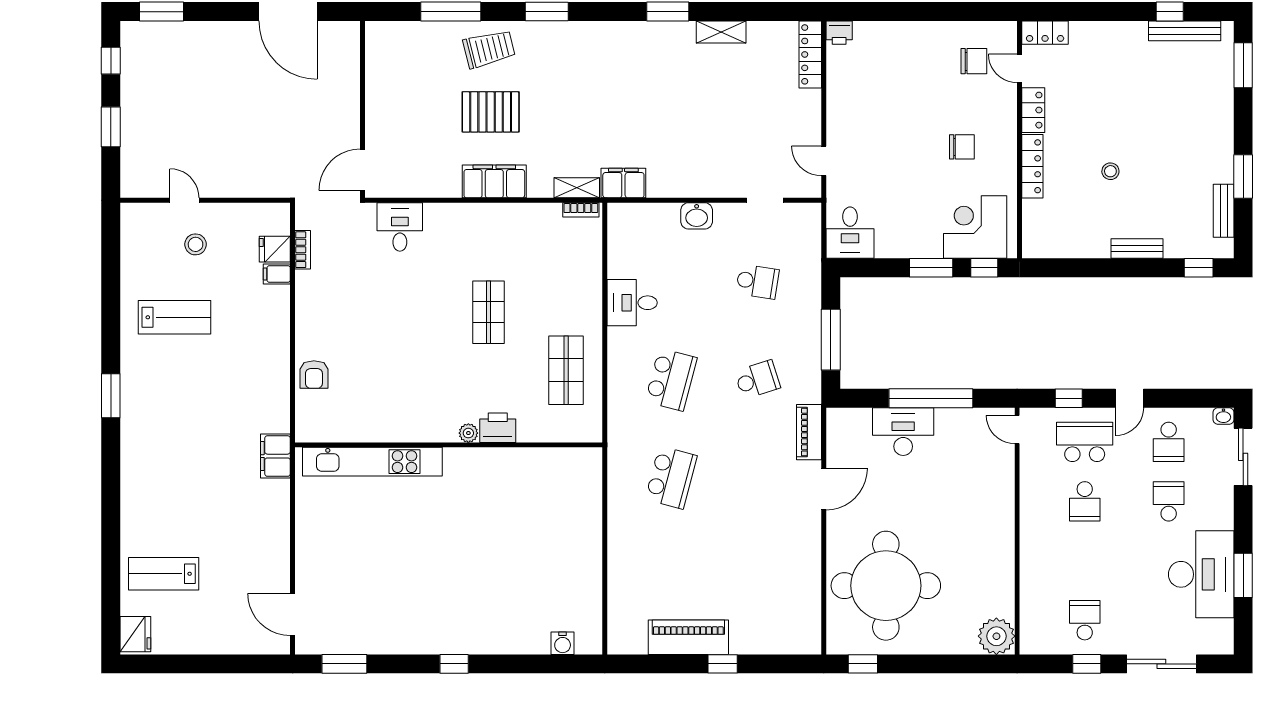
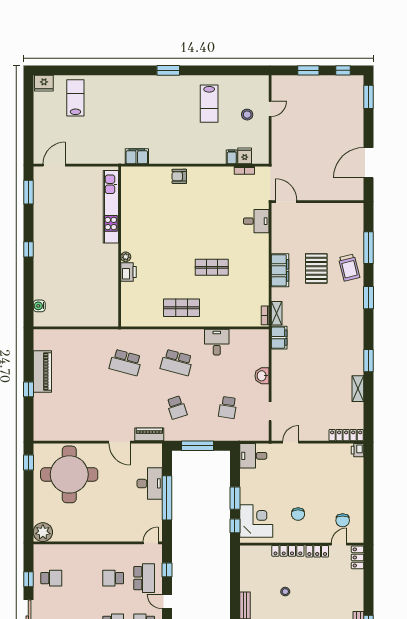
printer: (498, 428) -> (129, 272), moved
plant: (468, 433) -> (126, 257), moved
wall: (449, 445) -> (120, 247), moved
kitchen unit: (372, 462) -> (111, 207), moved

